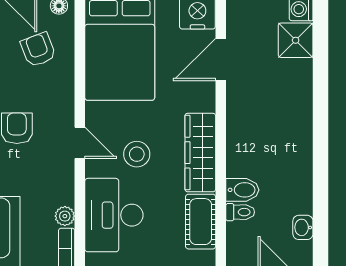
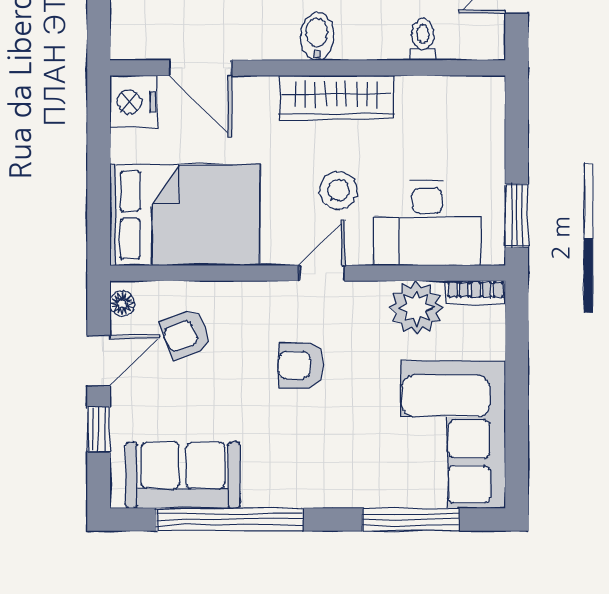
bidet: (242, 190) -> (317, 36), moved
plant: (65, 216) -> (416, 308), width x1.87, depth x1.87
cot: (201, 222) -> (437, 97), removed

